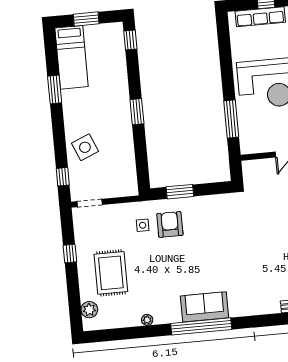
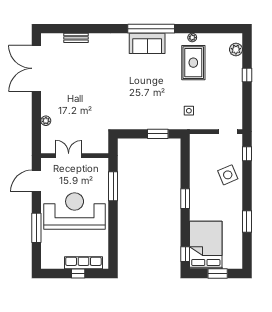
bed: (72, 57) -> (206, 245), moved, width x1.50
armchair: (170, 224) -> (168, 109), removed
window: (70, 253) -> (247, 75), moved
rug: (111, 273) -> (193, 63), moved

